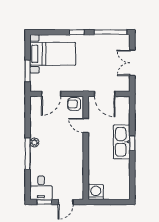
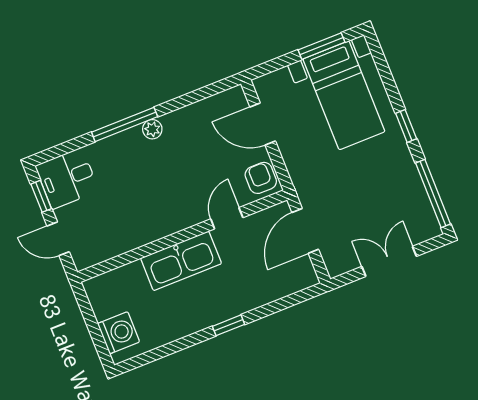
window: (28, 71) -> (321, 46), moved
kitchen sink: (122, 142) -> (181, 261), moved, turned 180
washing machine: (96, 192) -> (119, 333), moved

